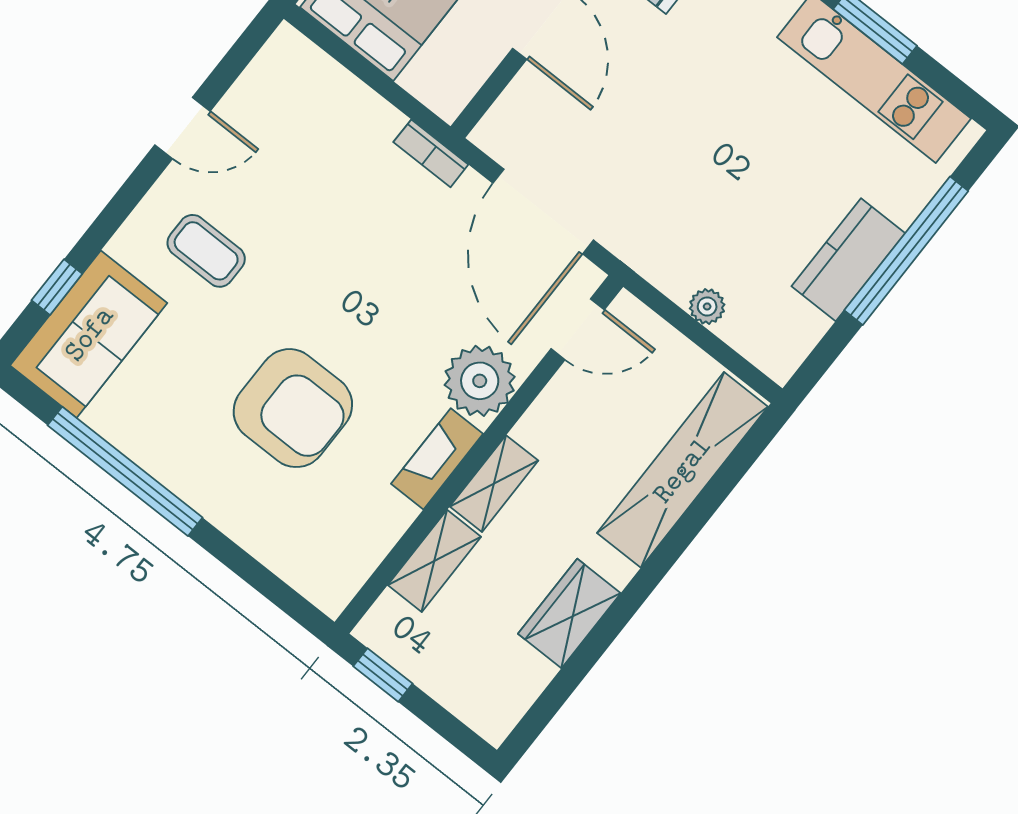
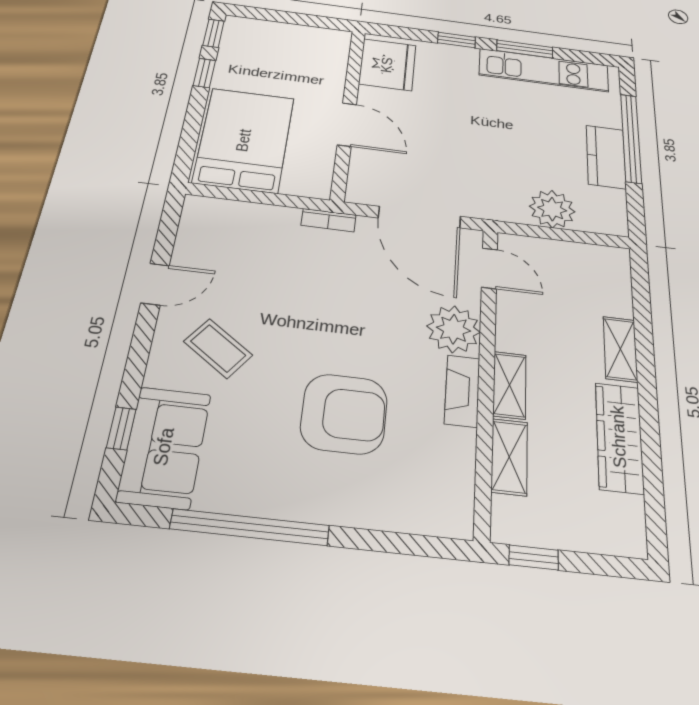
coffee table: (206, 251) -> (218, 348), turned 36
plant: (707, 306) -> (552, 209), width x1.88, depth x1.88
door: (578, 329) -> (489, 268), hinge flipped
shelving: (682, 470) -> (620, 349), width x0.45, depth x0.75
wardrobe: (569, 613) -> (619, 437), width x1.50

